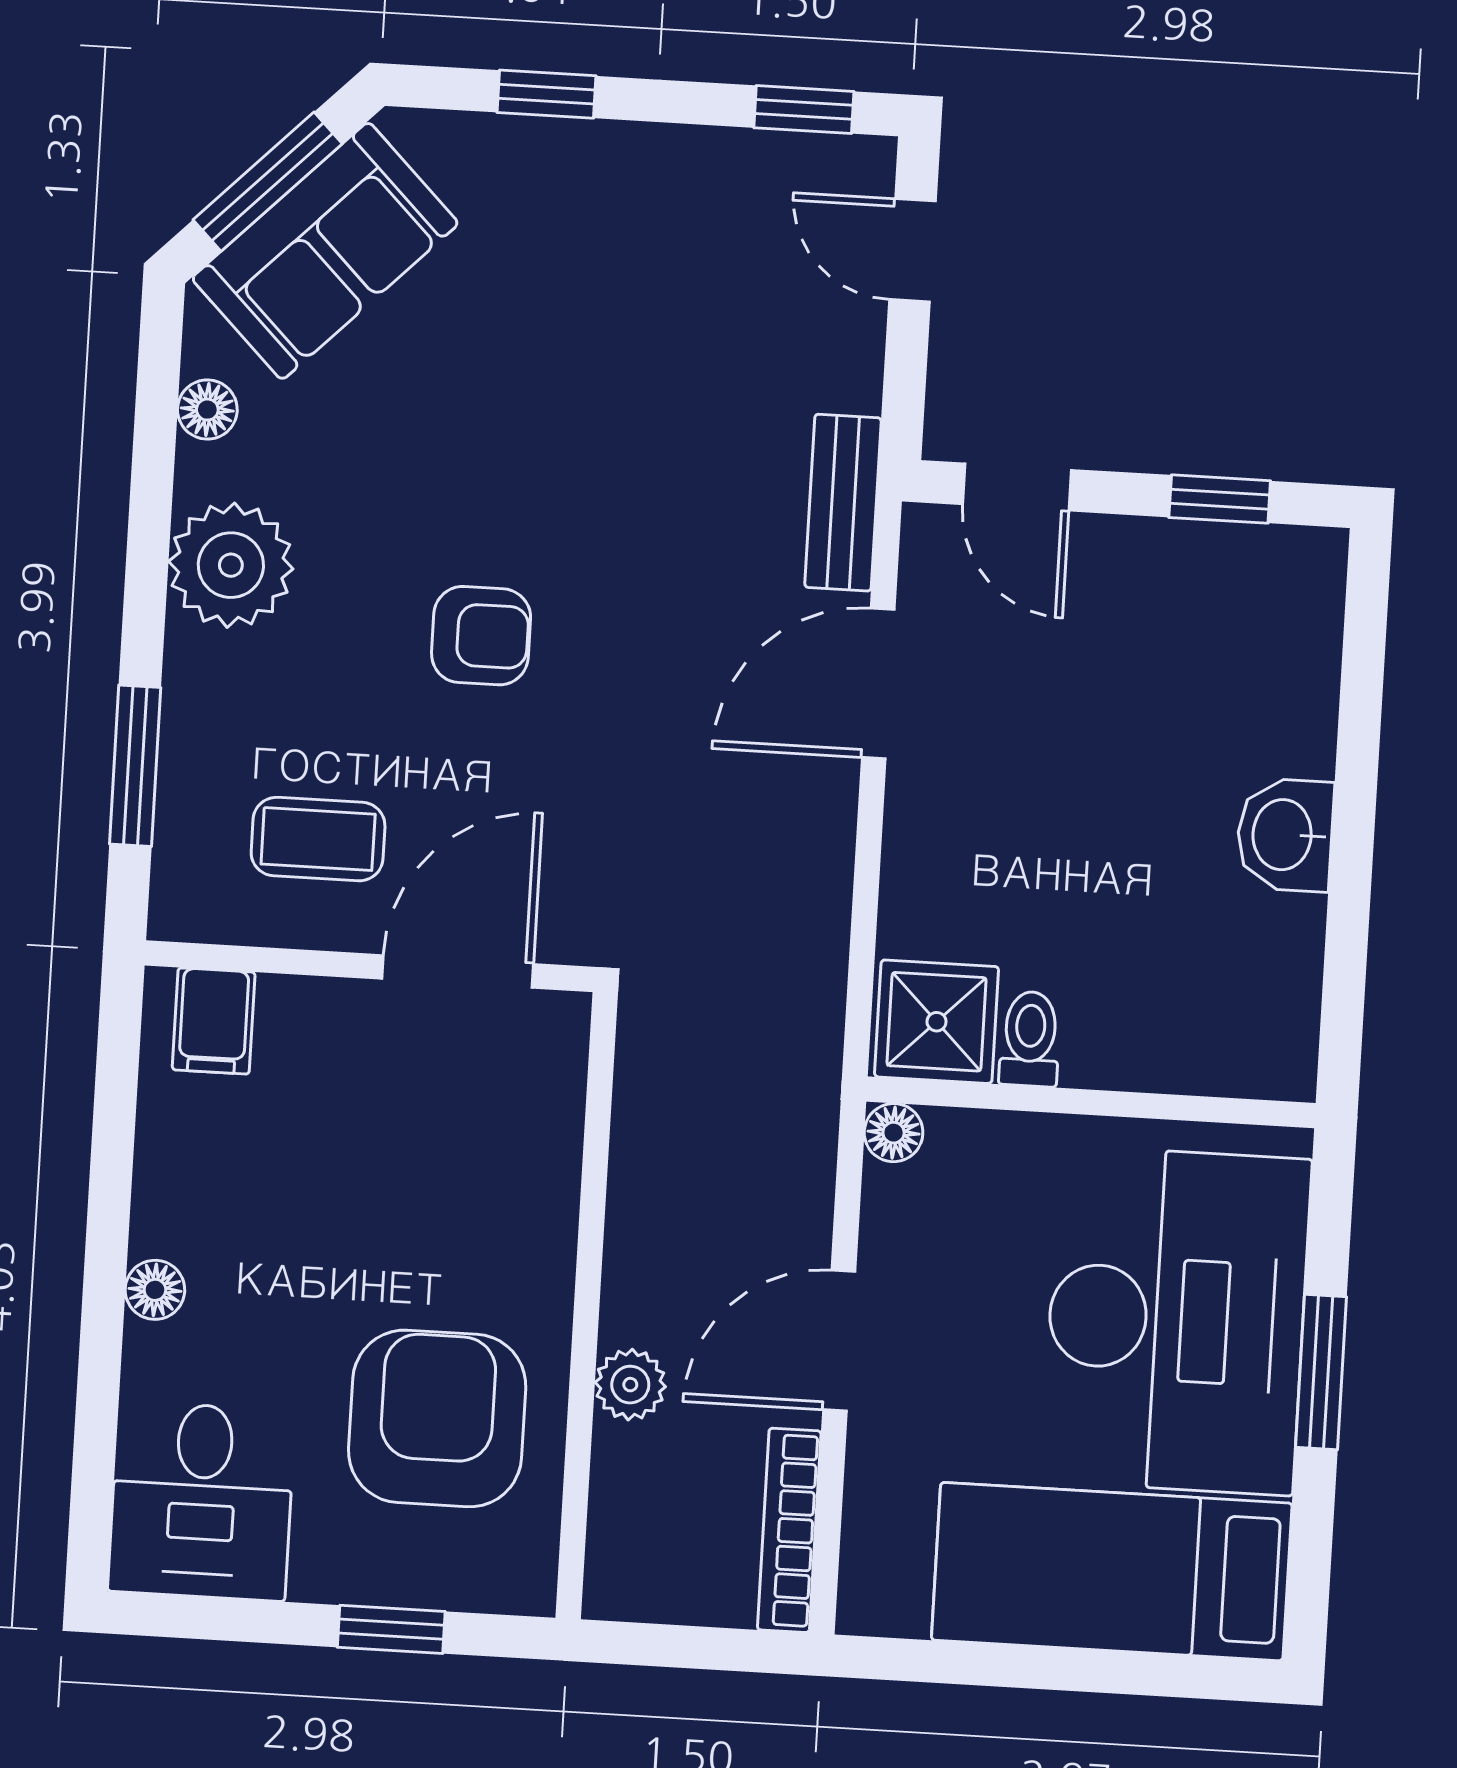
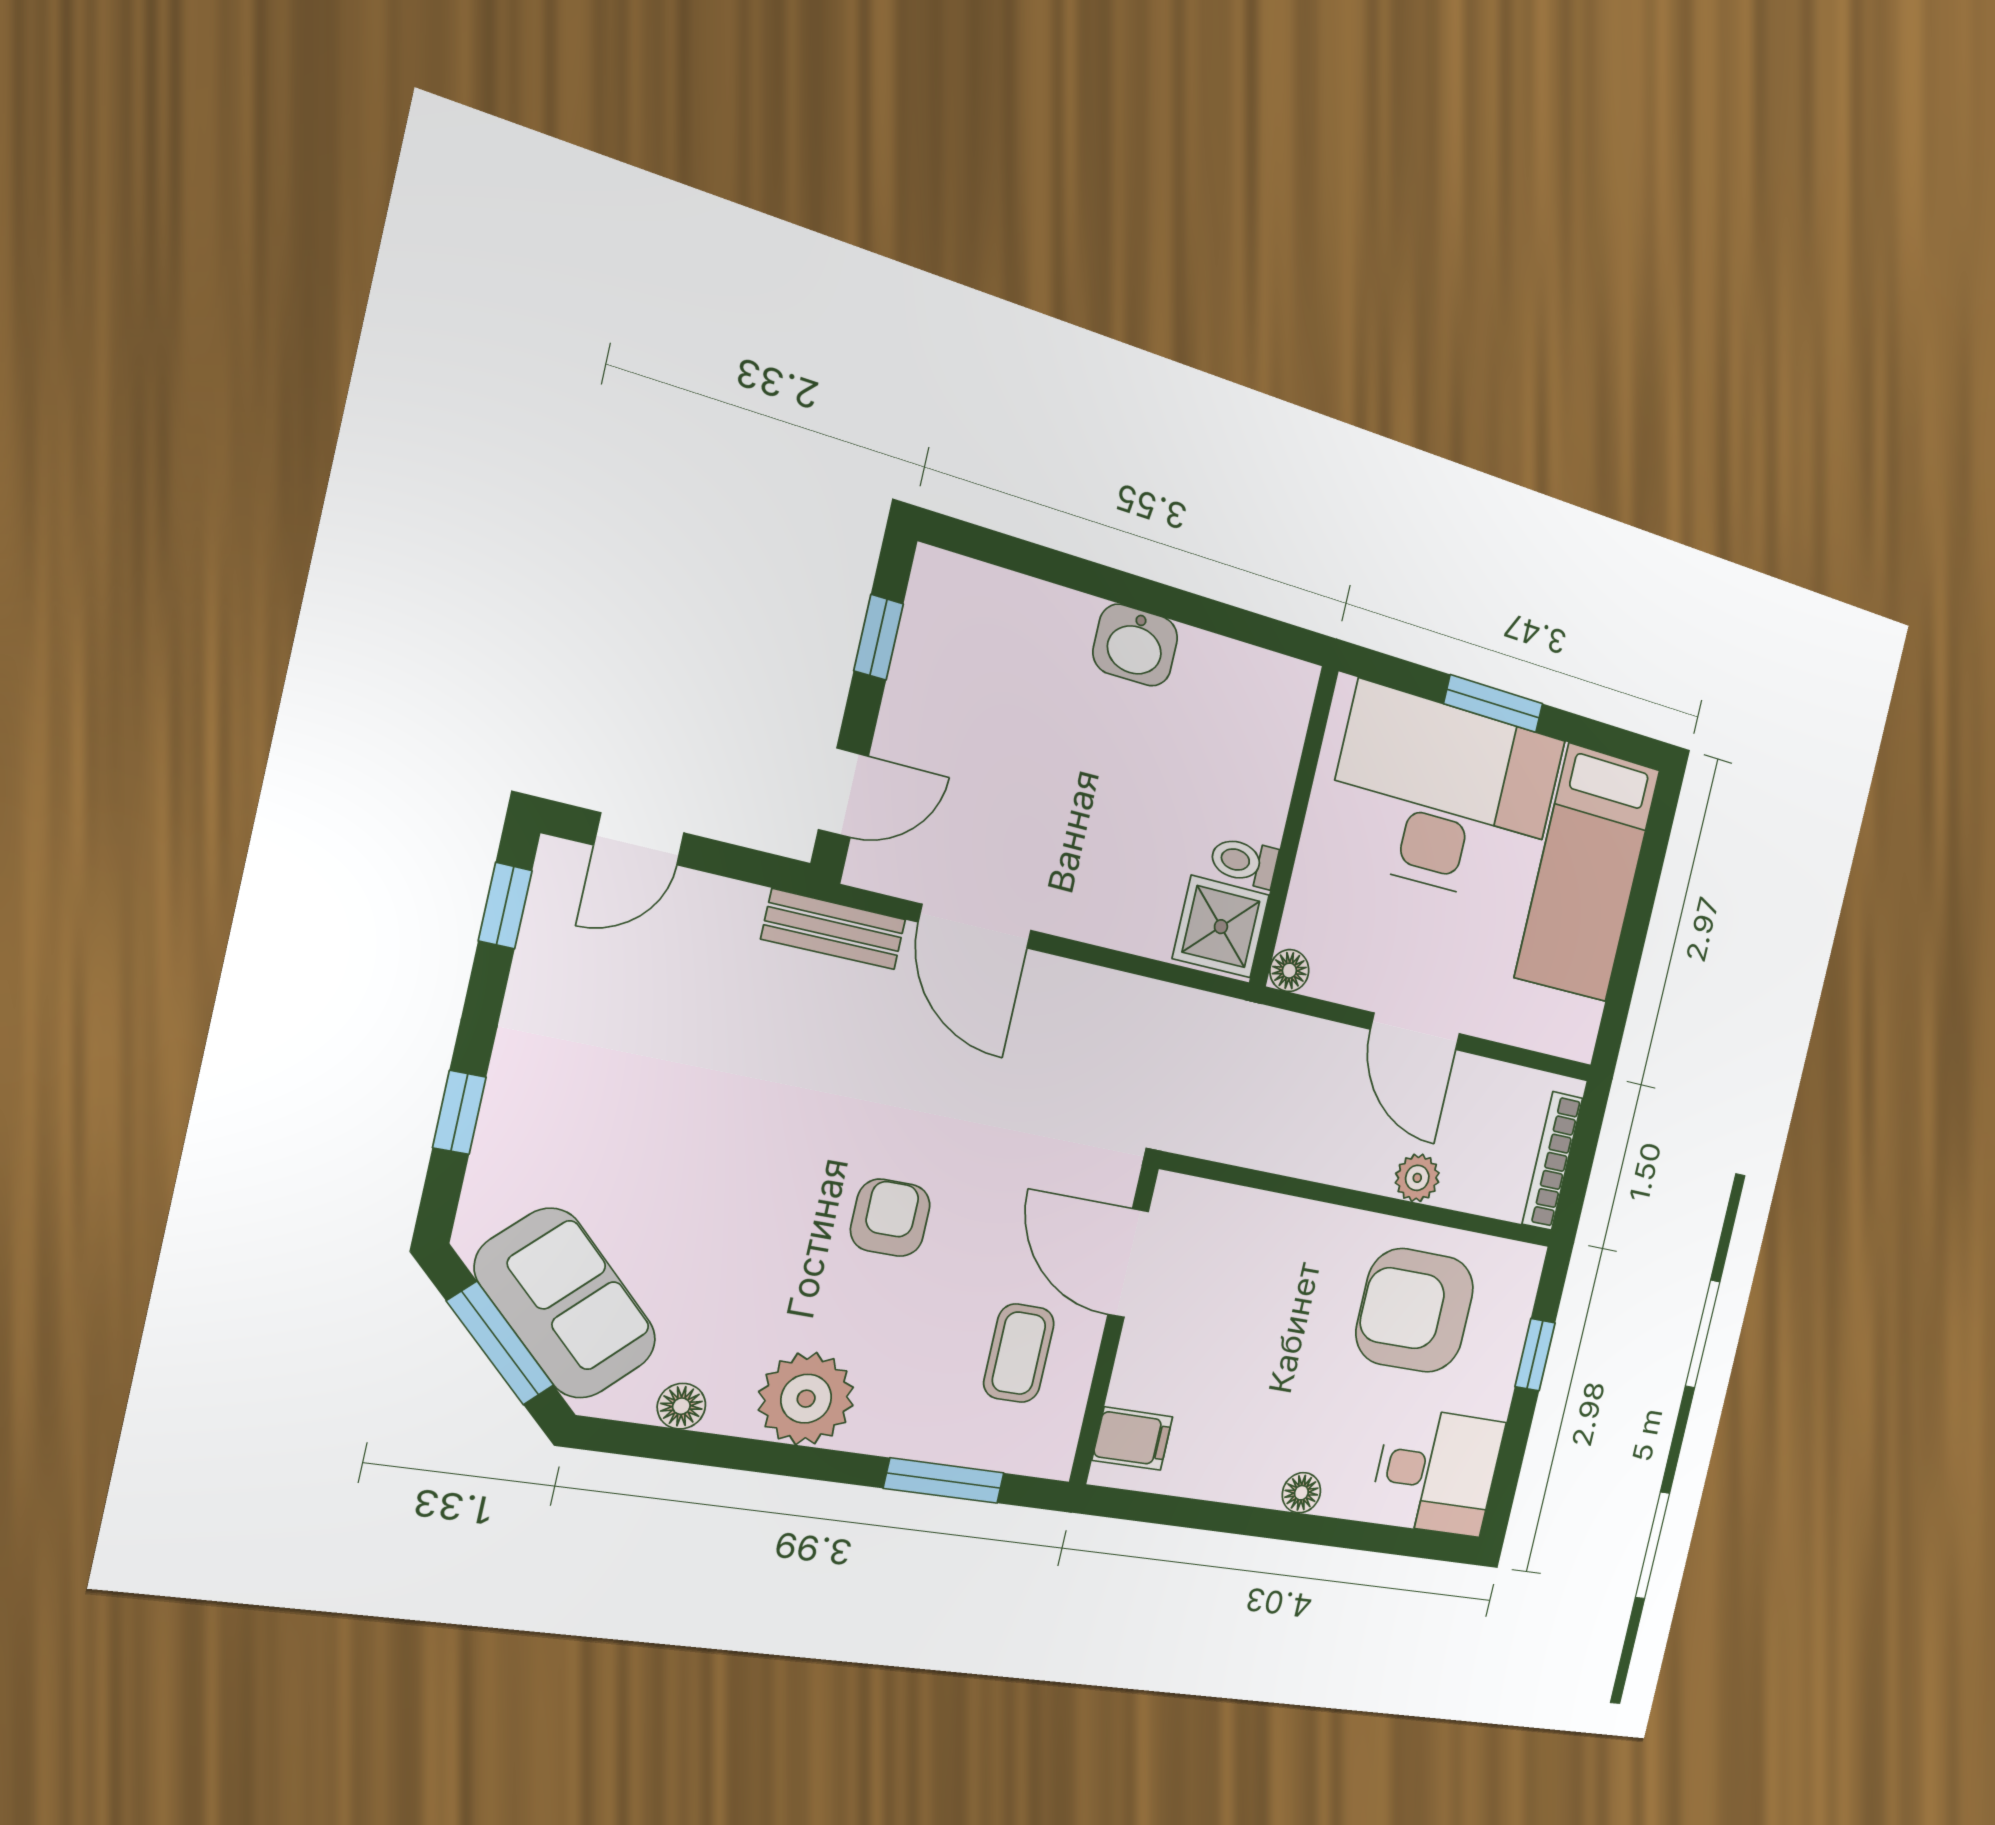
bookcase: (789, 1530) -> (1552, 1161), moved, turned 90

